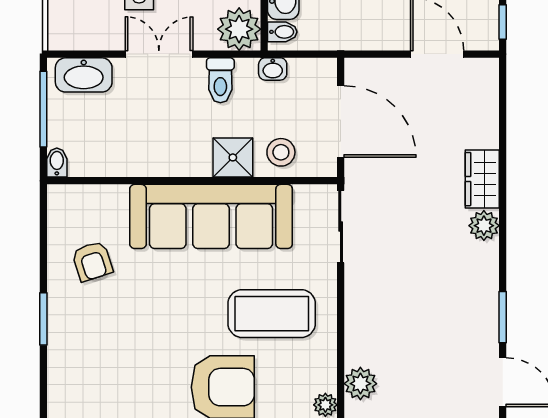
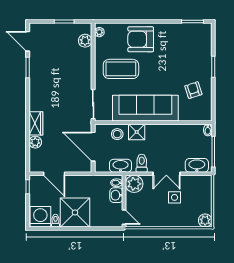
washbasin: (273, 69) -> (121, 166), width x1.91, depth x1.45
plant: (484, 226) -> (35, 142), moved

